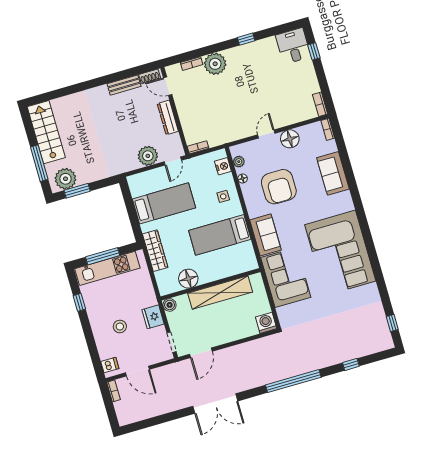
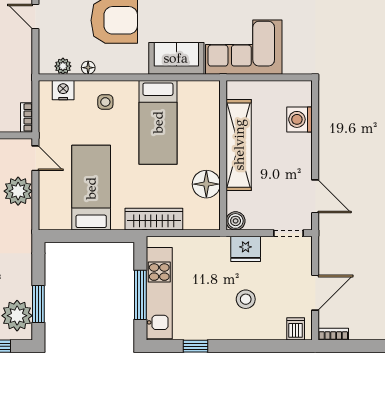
washing machine: (266, 323) -> (299, 119), moved

